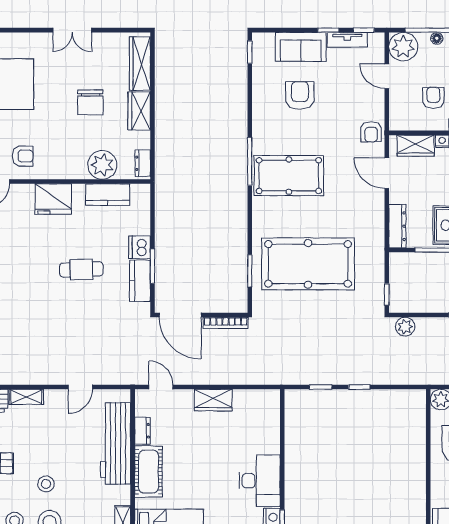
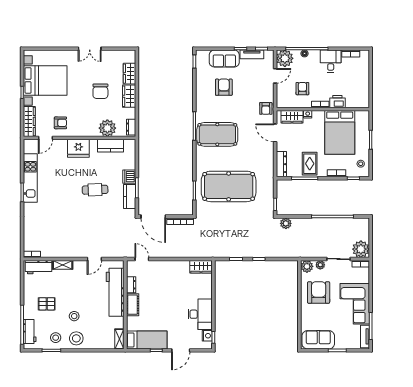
wardrobe: (140, 64) -> (130, 74), width x0.67
door: (387, 76) -> (275, 76), swing flipped
wardrobe: (213, 400) -> (201, 267), moved
cot: (148, 472) -> (133, 305), width x0.73, depth x0.75

